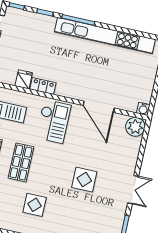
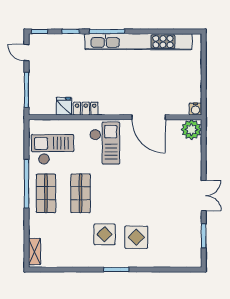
display table: (84, 180) -> (136, 237), moved

